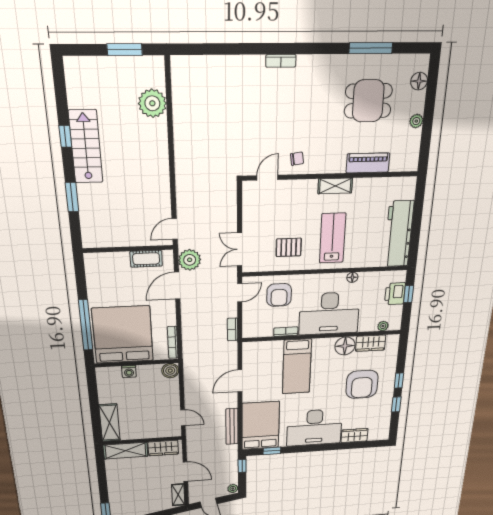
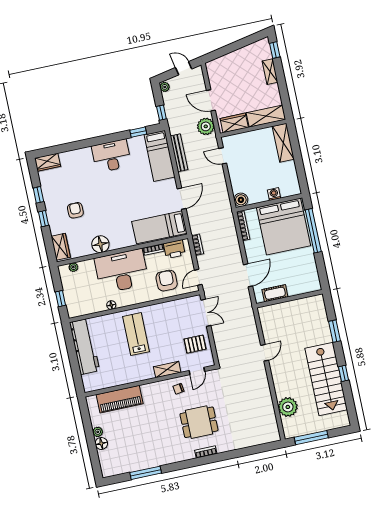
window: (125, 50) -> (311, 438), width x1.44
floor lamp: (419, 81) -> (101, 443), moved
dining table: (368, 101) -> (199, 422), moved
stairs: (86, 147) -> (326, 379), width x1.36, depth x1.51
piano: (368, 163) -> (120, 399), width x1.37, depth x1.33
shelving: (335, 186) -> (167, 370), moved
door: (175, 229) -> (265, 353), moved
lab bench: (333, 238) -> (136, 334), turned 180
pallet: (289, 247) -> (195, 344), moved
plant: (190, 260) -> (206, 126), moved
printer: (395, 294) -> (174, 249), moved, turned 90
wardrobe: (371, 343) -> (61, 247), moved, turned 90
bed: (297, 367) -> (159, 227), moved, turned -90
armchair: (362, 384) -> (75, 210), width x0.53, depth x0.53
bed: (260, 426) -> (160, 156), width x0.67
desk: (314, 428) -> (111, 156), width x0.73, depth x0.77
wardrobe: (354, 435) -> (47, 162), moved
shelving: (178, 495) -> (270, 72), moved

